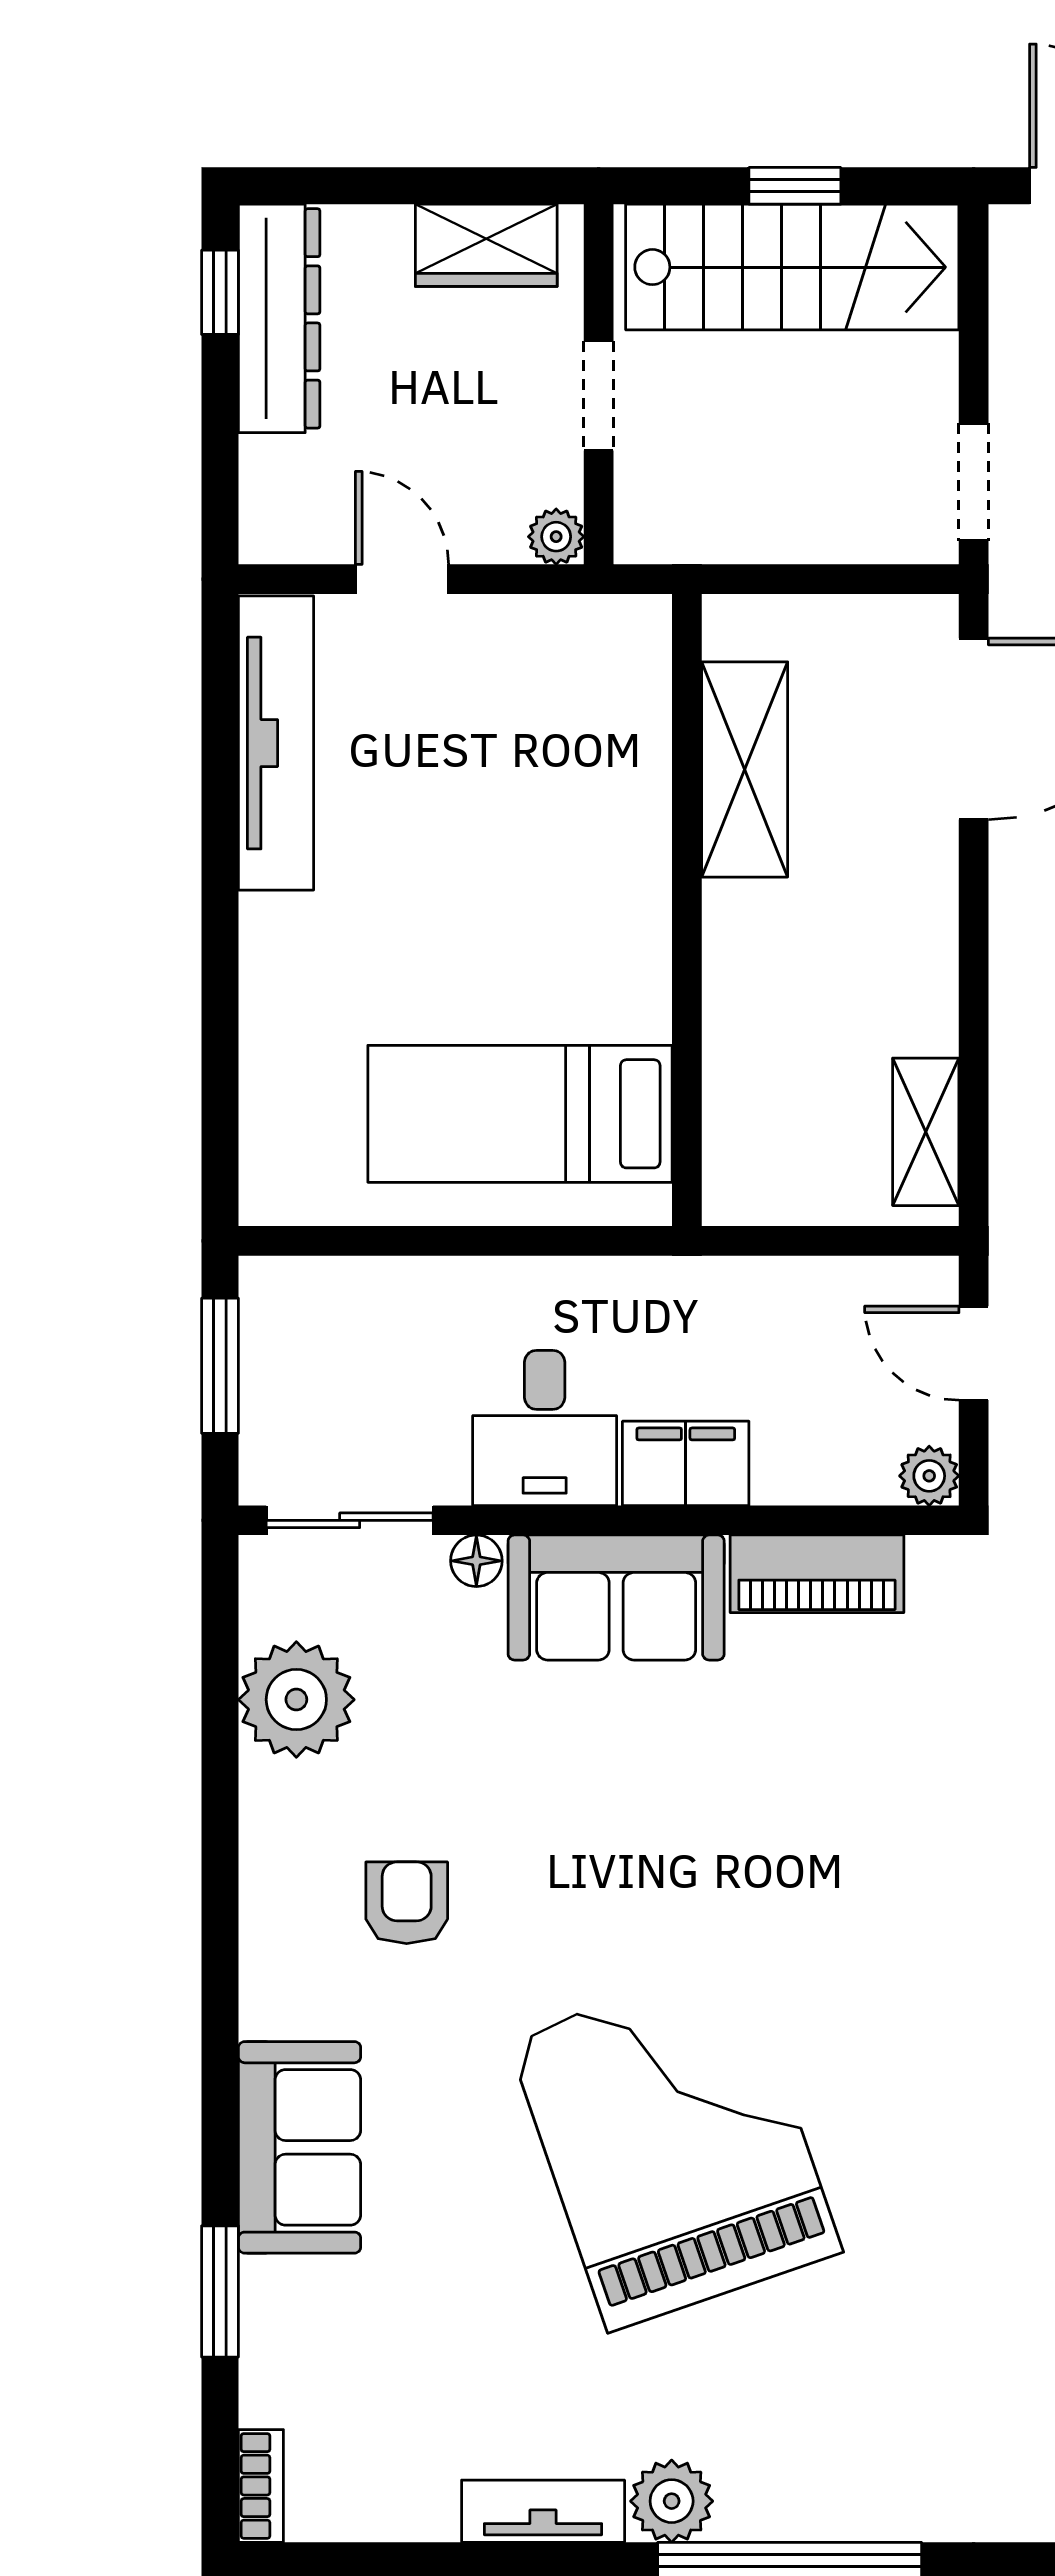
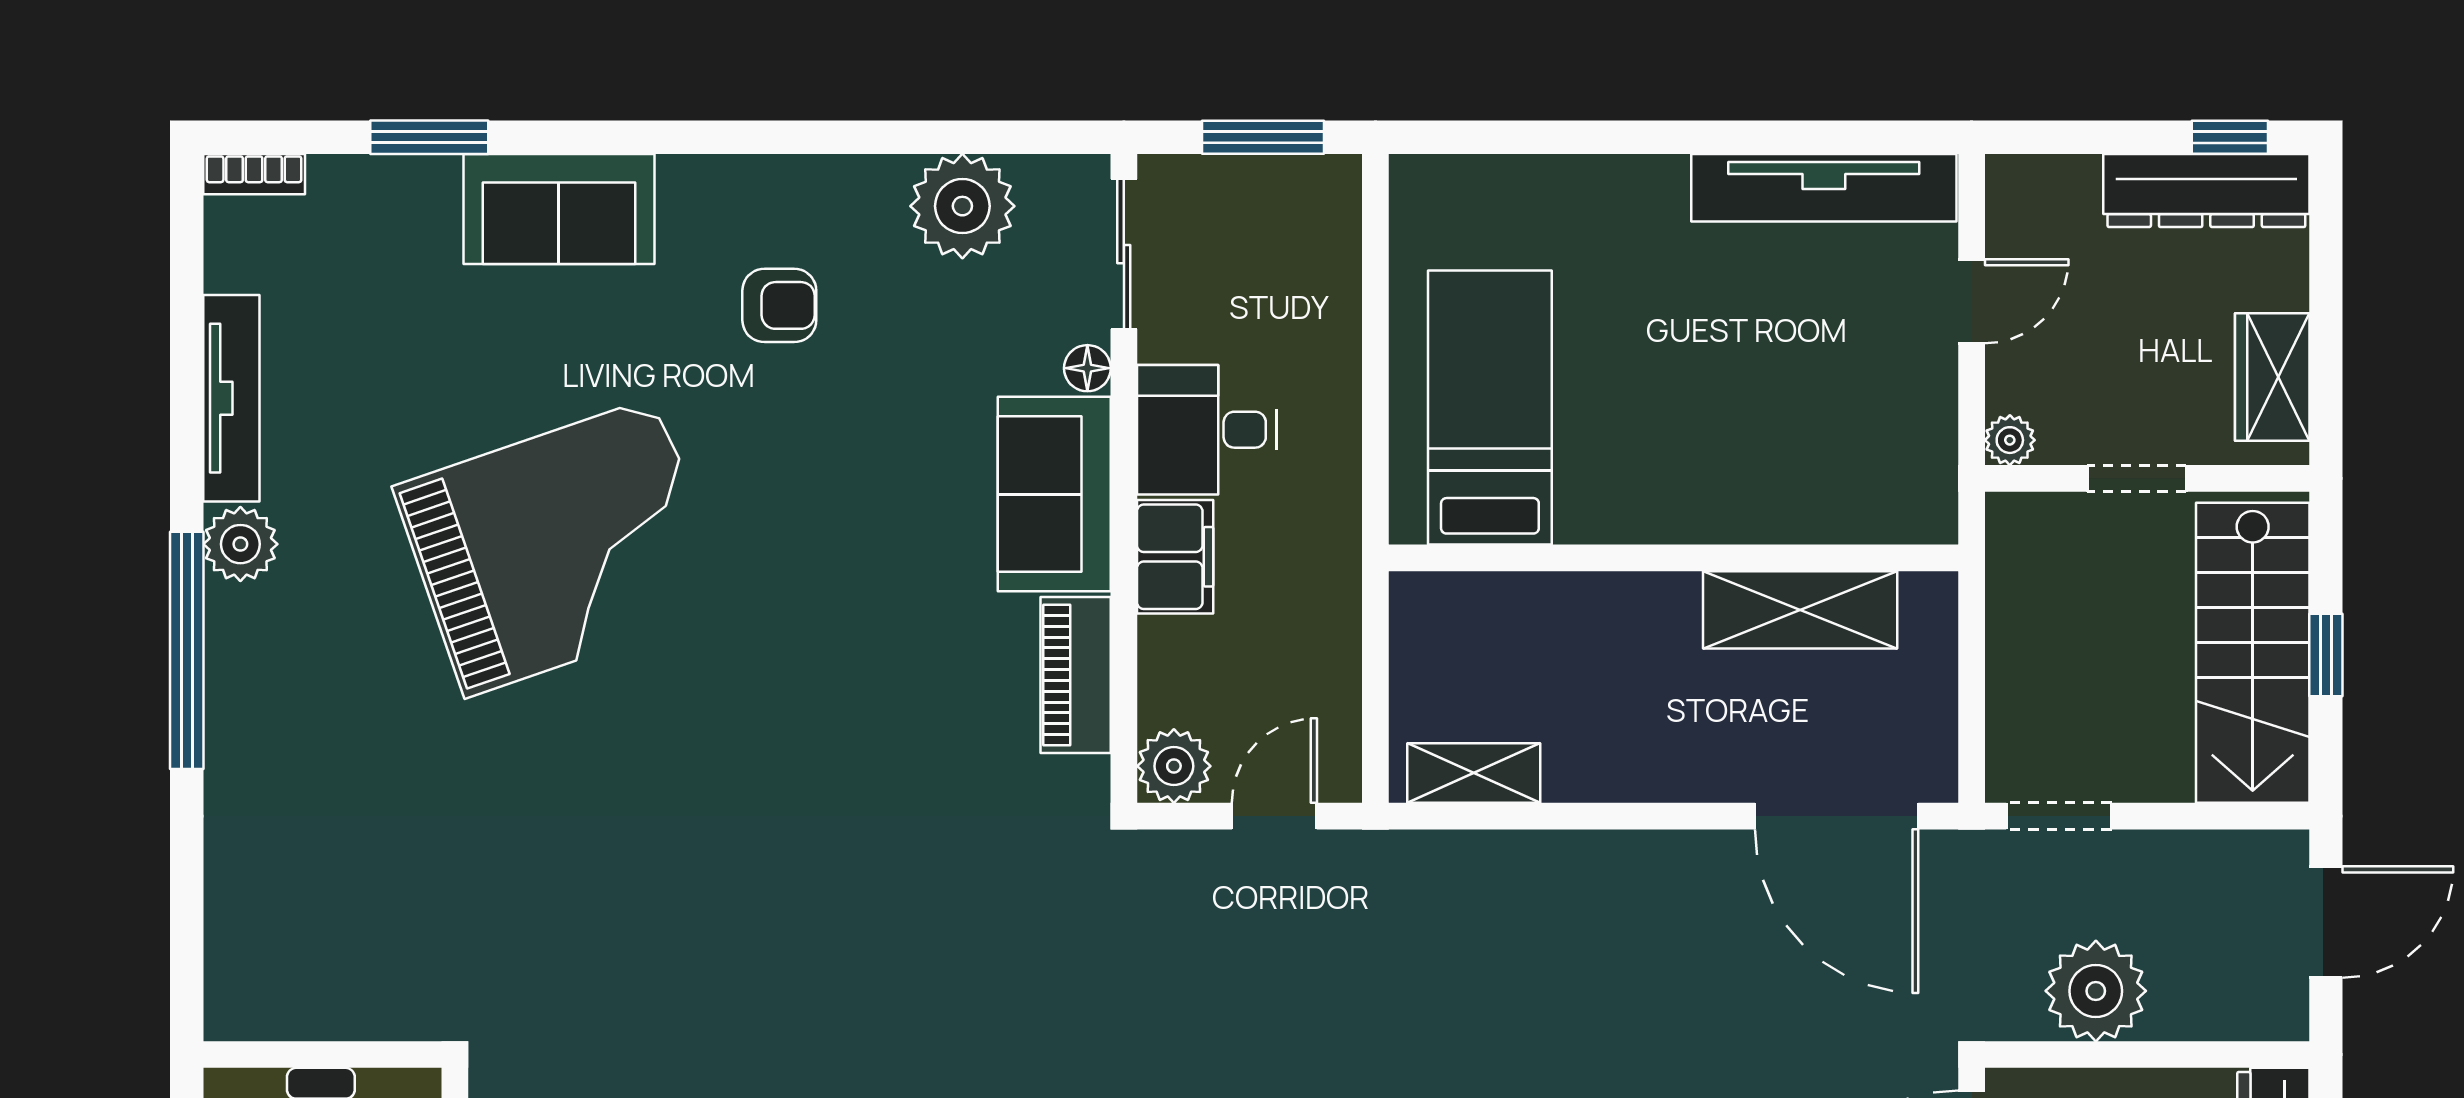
plant: (929, 1476) -> (1174, 766), width x1.38, depth x1.38
tv unit: (543, 2511) -> (231, 398), width x1.41

